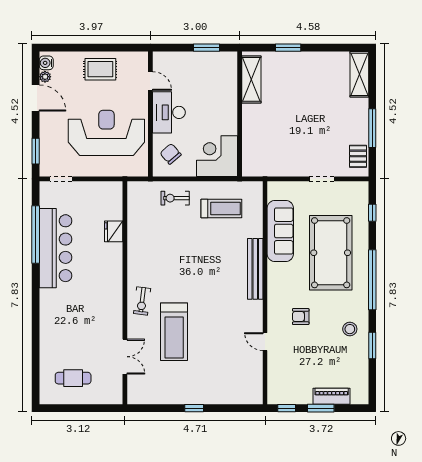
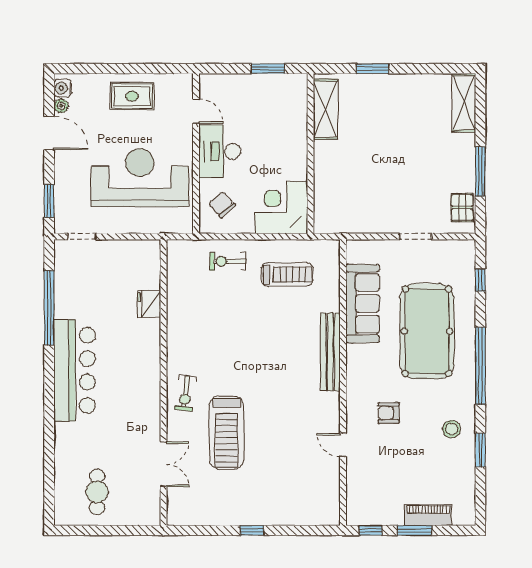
bar counter: (56, 248) -> (75, 370), moved
cafe table: (73, 378) -> (97, 492), turned 90

